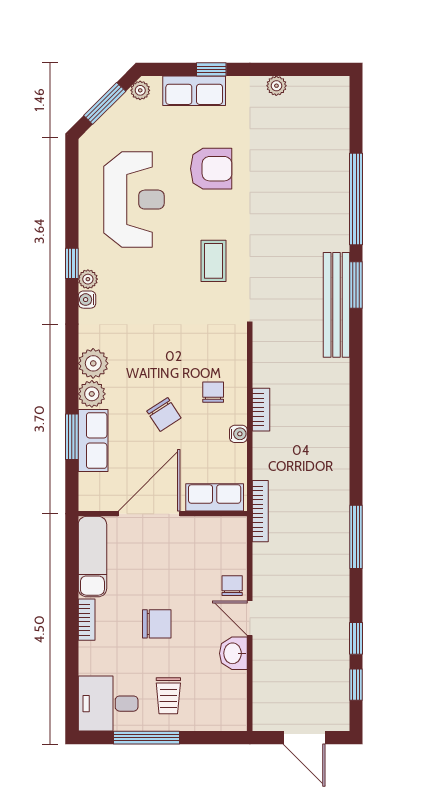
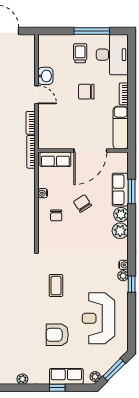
bookcase: (261, 410) -> (31, 123), moved
chair: (232, 586) -> (46, 112), removed
desk: (108, 704) -> (112, 55), width x1.37

